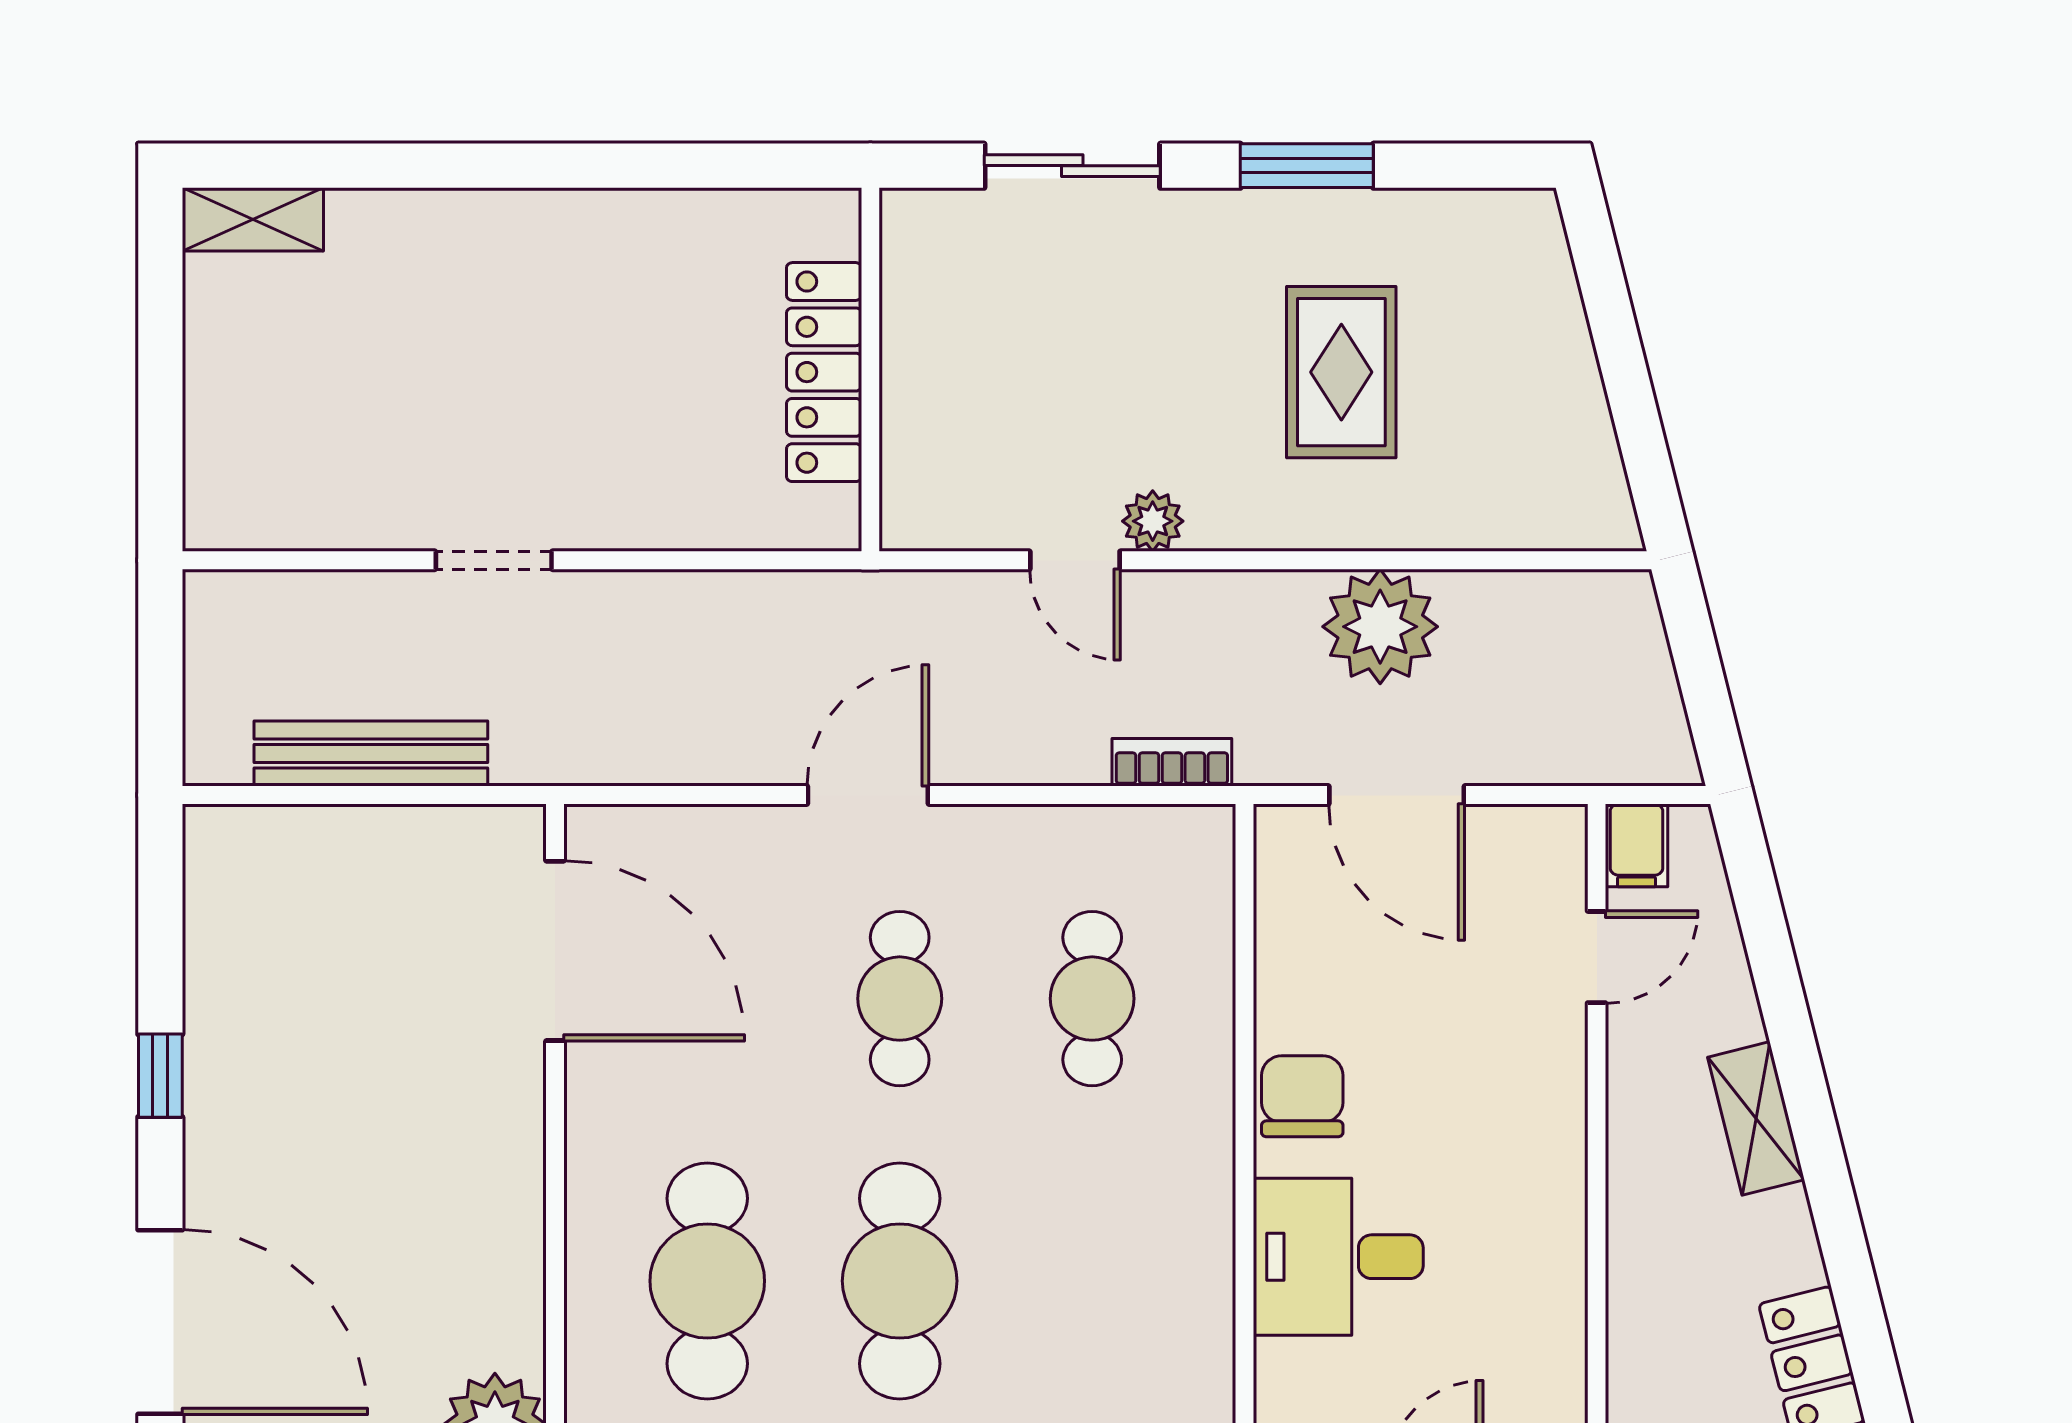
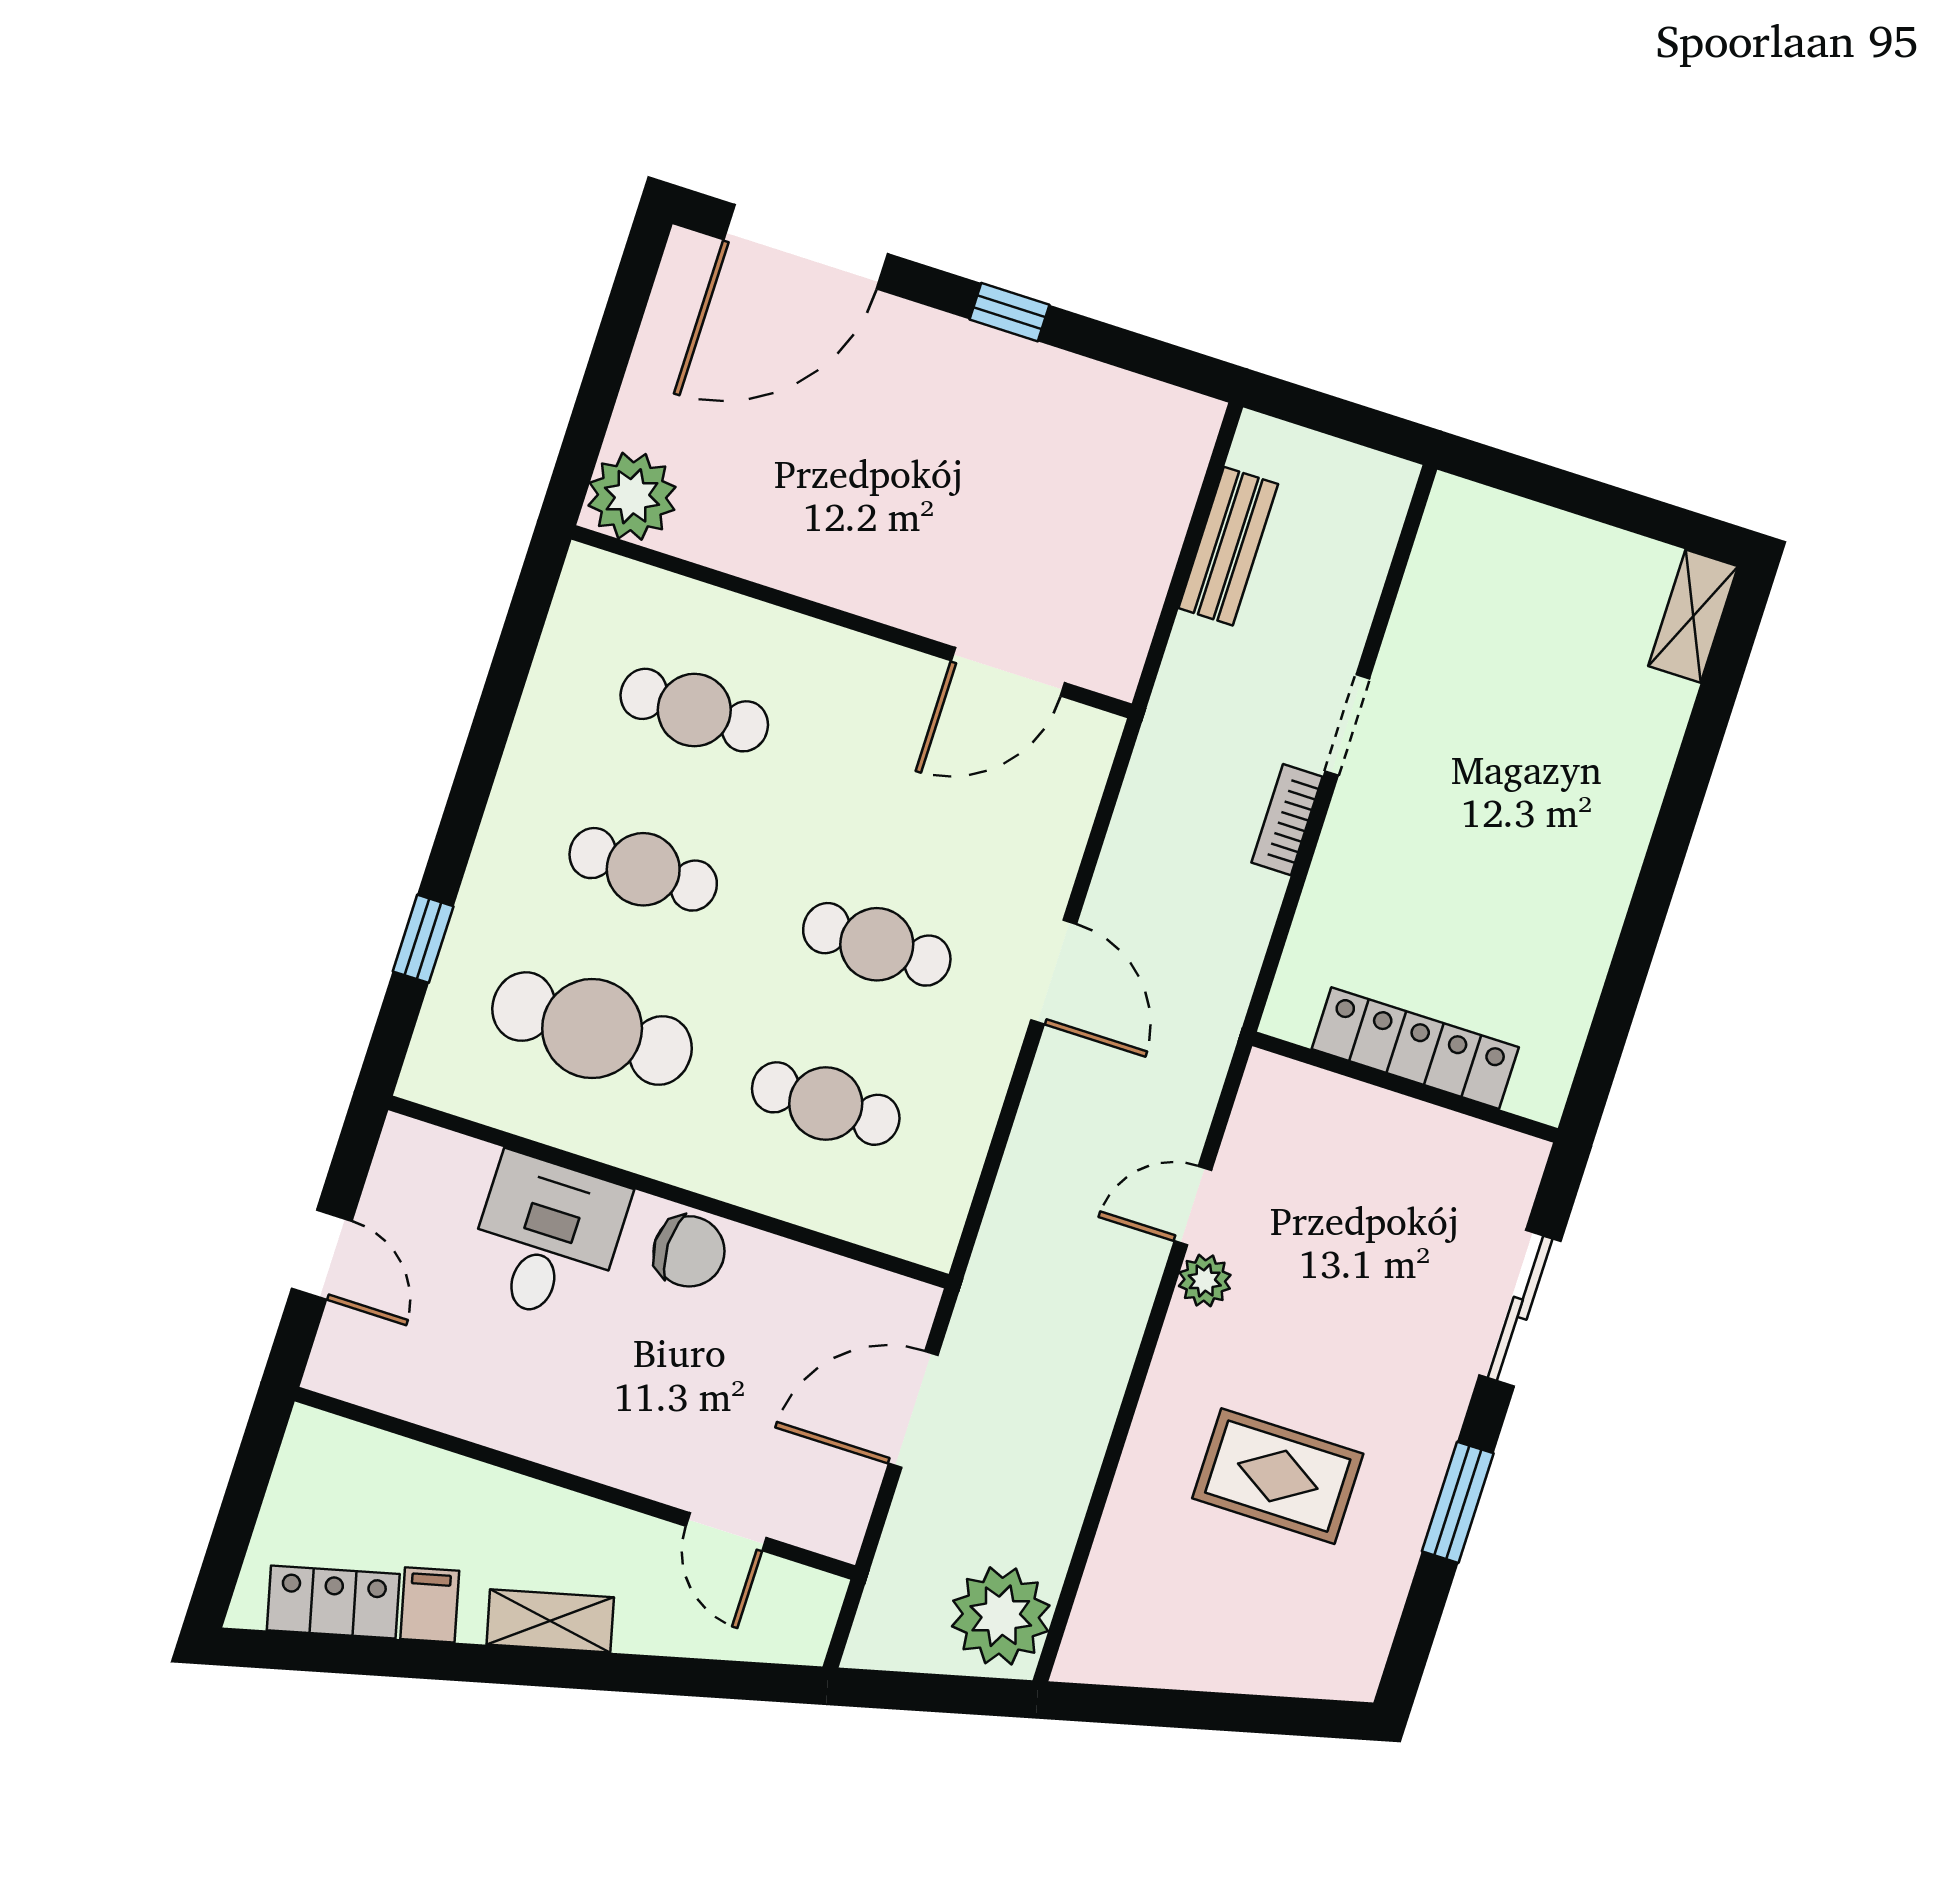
plant: (1380, 627) -> (1001, 1616), moved
bench: (371, 754) -> (1228, 546), width x0.73
bookcase: (1172, 762) -> (1287, 820), moved, turned 180
filing cabinet: (1637, 845) -> (430, 1605), moved, turned 76
door: (555, 951) -> (1008, 672), width x0.73
cafe table: (707, 1281) -> (694, 710), width x0.73, depth x0.74
cafe table: (900, 1281) -> (643, 869), width x0.73, depth x0.74
cafe table: (1092, 1281) -> (592, 1029), added

